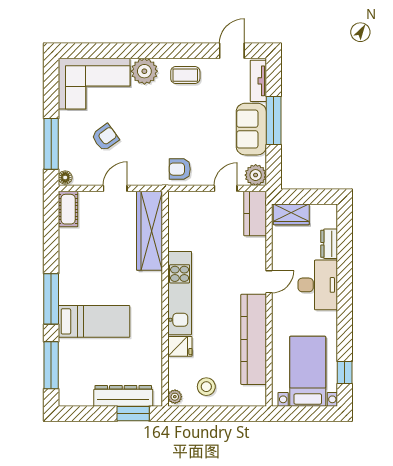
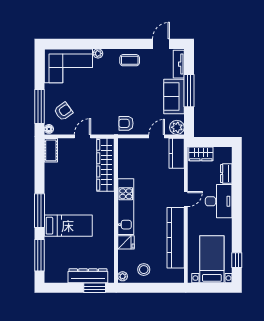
plant: (144, 71) -> (98, 53), width x0.53, depth x0.53
armchair: (105, 137) -> (63, 111), moved

